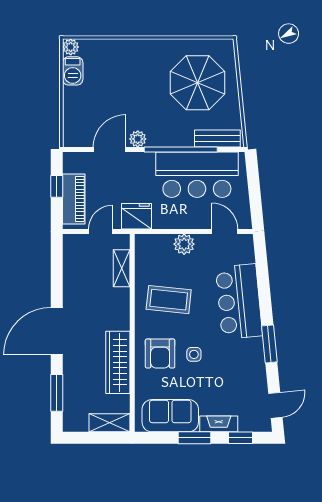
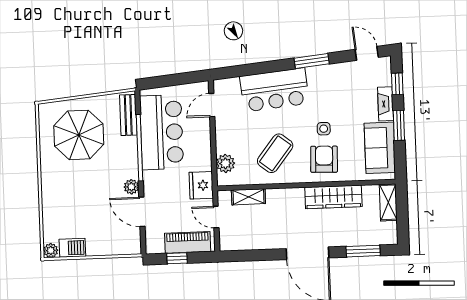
plant: (184, 244) -> (225, 163), moved
coffee table: (169, 300) -> (275, 153), turned 32
armchair: (160, 354) -> (324, 159), turned -88

